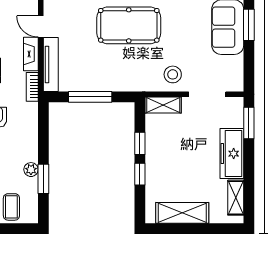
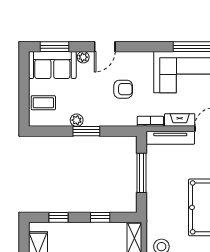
window: (140, 174) -> (58, 217), moved
window: (43, 179) -> (86, 131), moved

